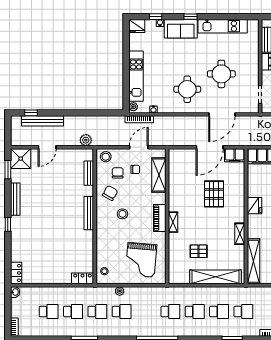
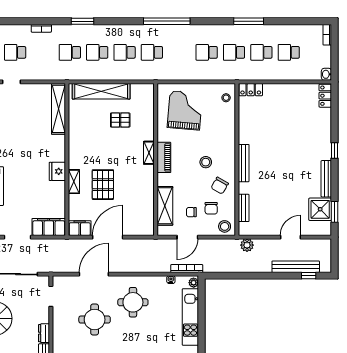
shower: (21, 159) -> (320, 209), moved
shelving: (240, 234) -> (74, 182), moved
plant: (120, 291) -> (209, 75), removed

